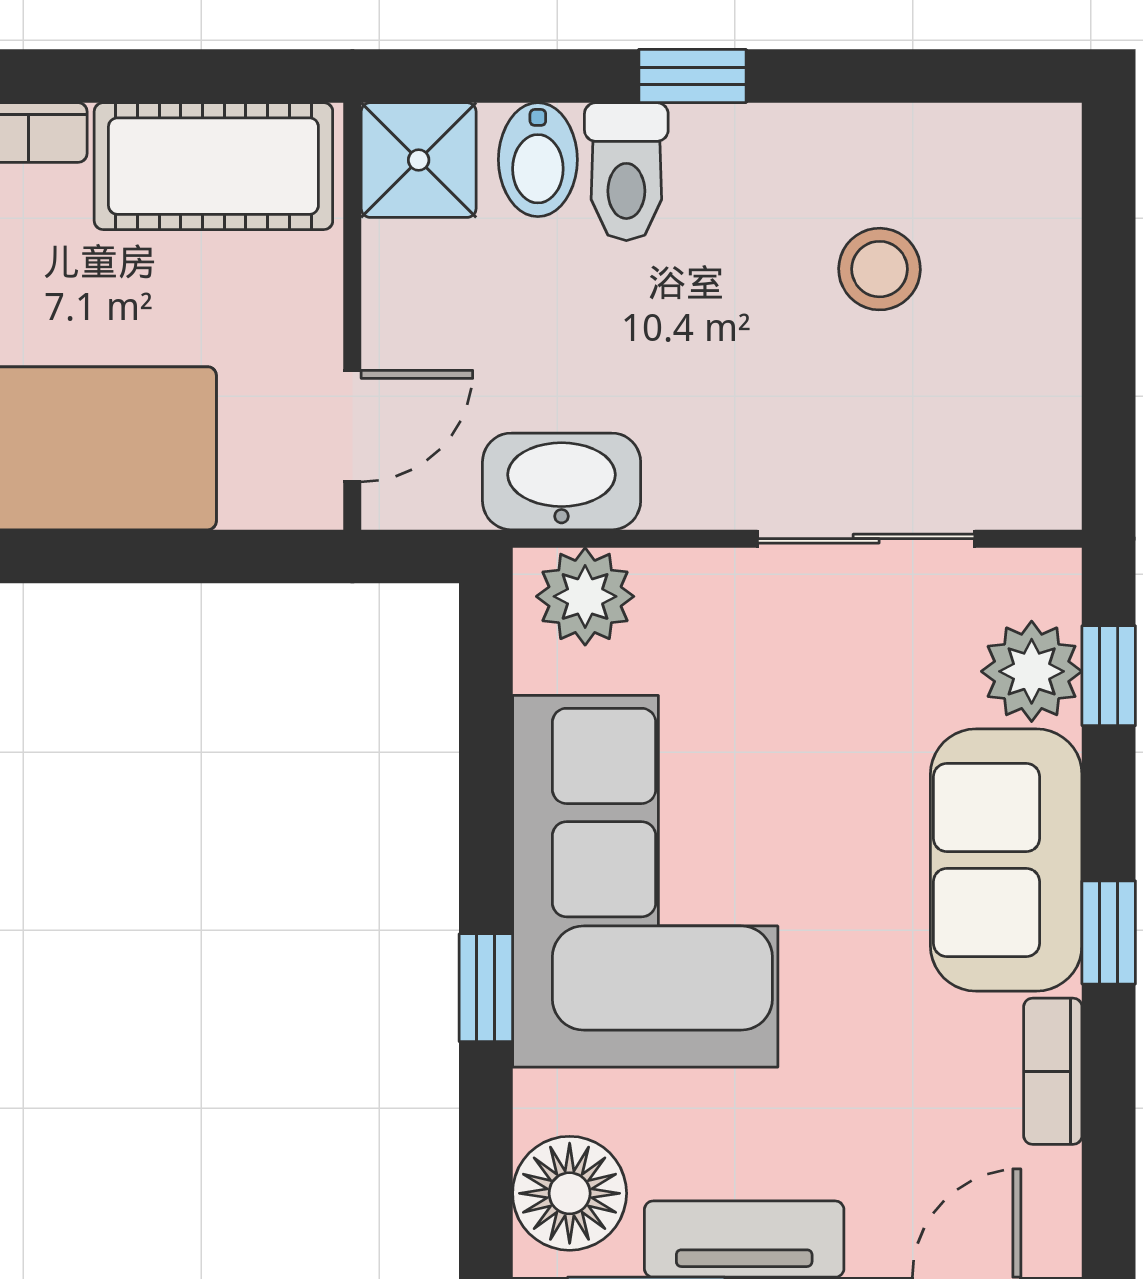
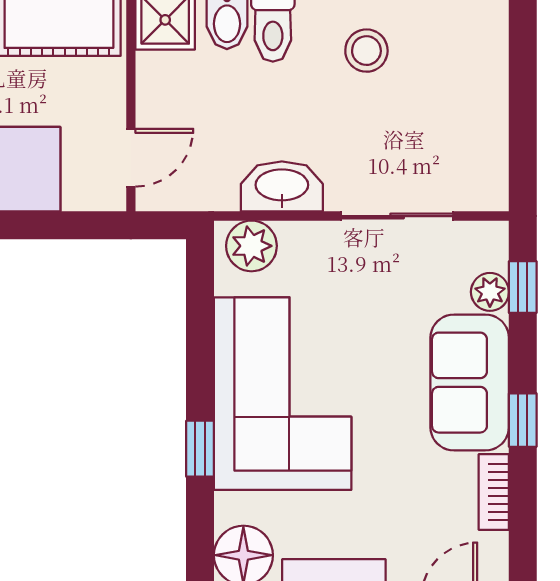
stool: (879, 269) -> (366, 51), moved
washbasin: (562, 481) -> (282, 186), moved
plant: (1032, 671) -> (490, 292), width x0.73, depth x0.73

